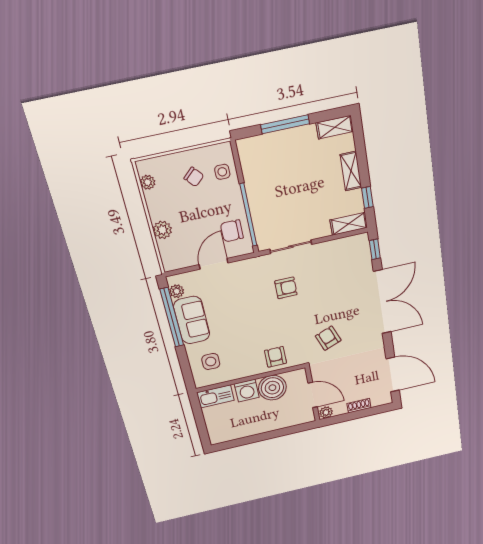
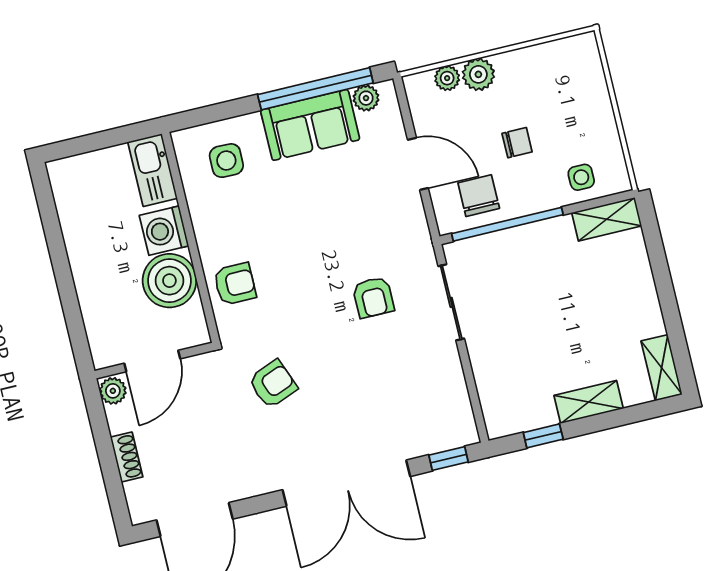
window: (285, 124) -> (663, 282), removed
chair: (194, 177) -> (517, 143), moved, turned -138
plant: (148, 182) -> (447, 78), moved
shelving: (349, 224) -> (607, 219), moved, turned 90

